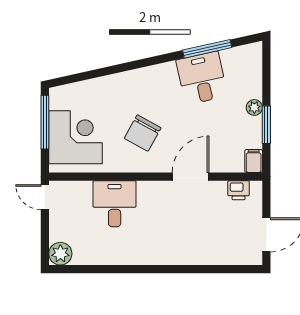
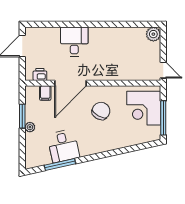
filing cabinet: (254, 161) -> (45, 93), moved
door: (191, 177) -> (70, 83), width x1.36
desk: (115, 204) -> (74, 42), moved, turned 180

